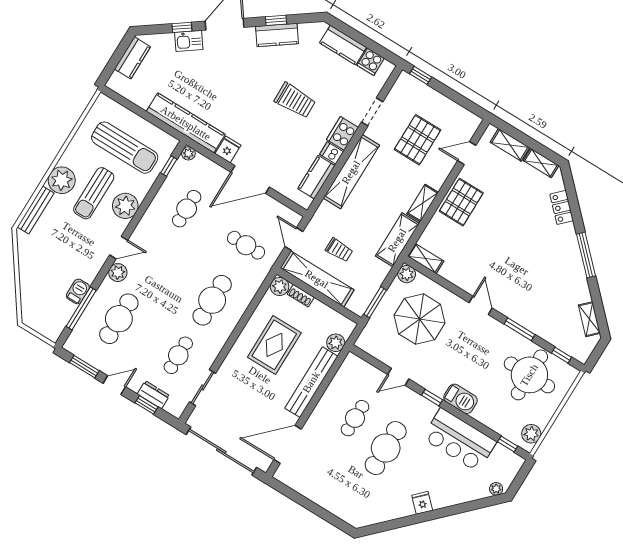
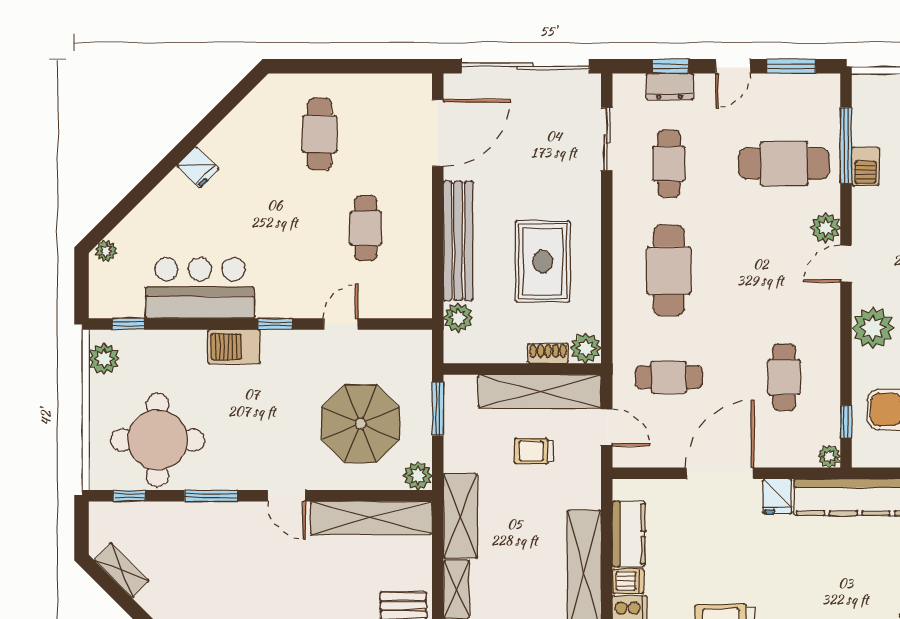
shelving: (426, 259) -> (371, 518), width x2.20, depth x1.33
cafe table: (119, 319) -> (784, 164), turned 90
cafe table: (386, 448) -> (320, 134), moved, width x0.73, depth x0.74

